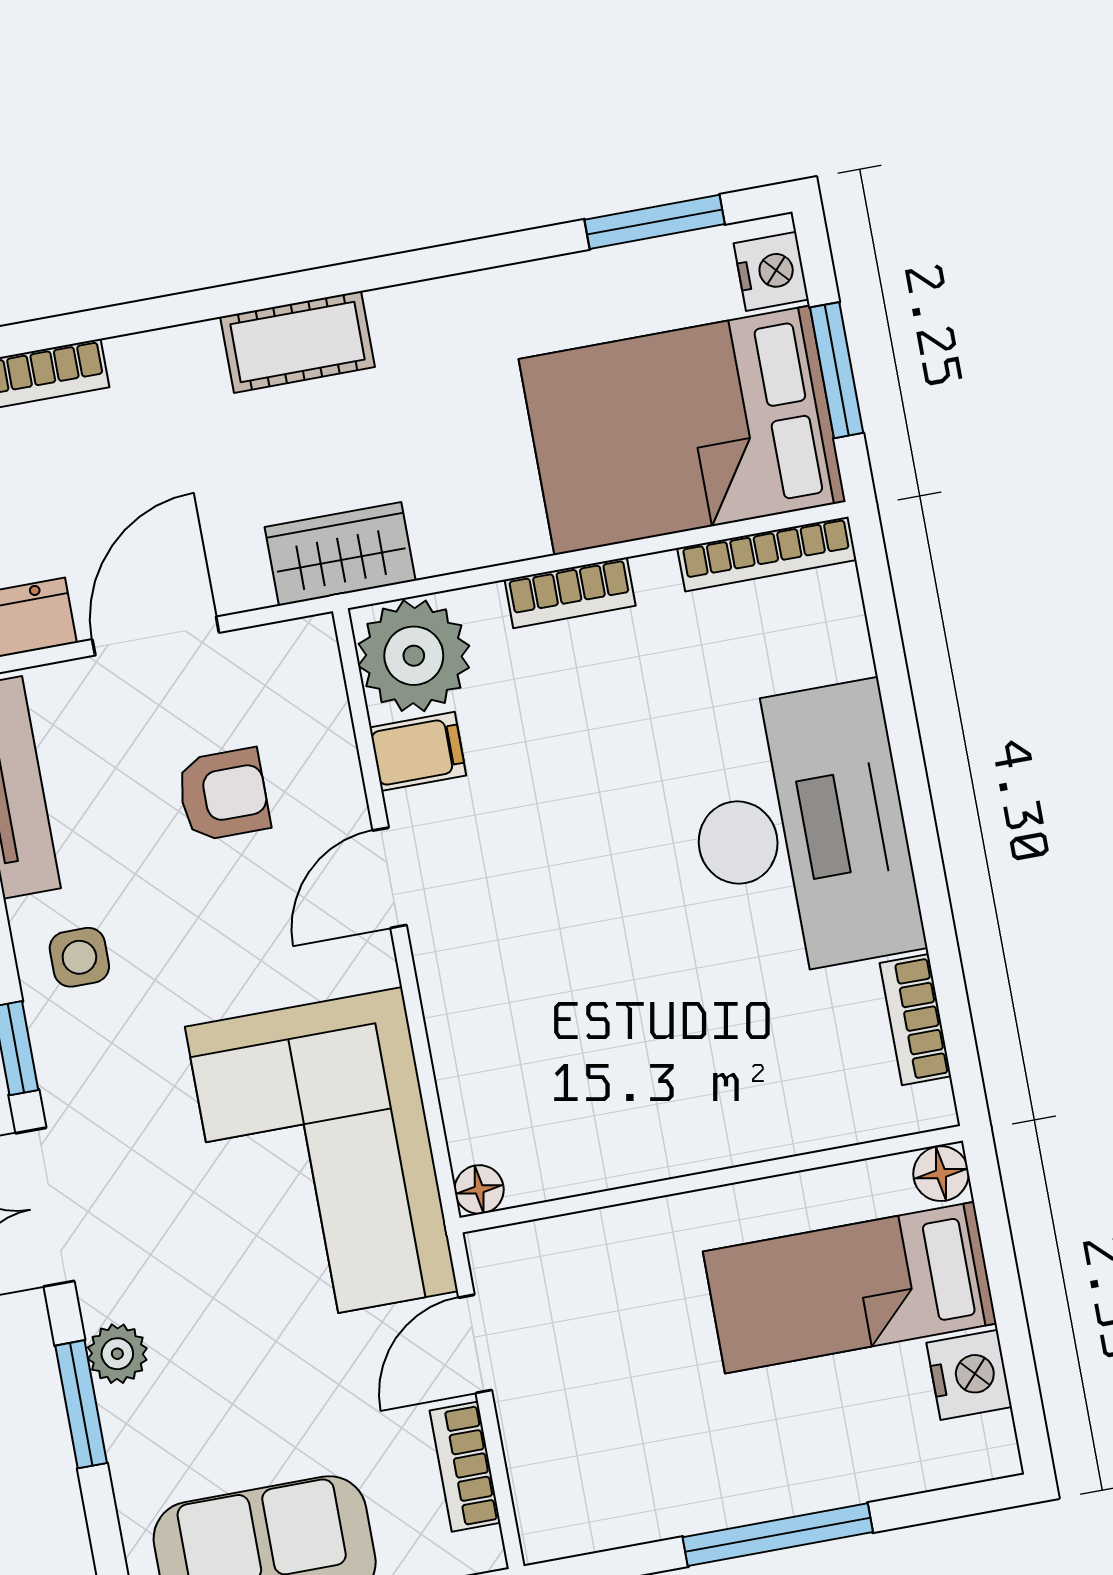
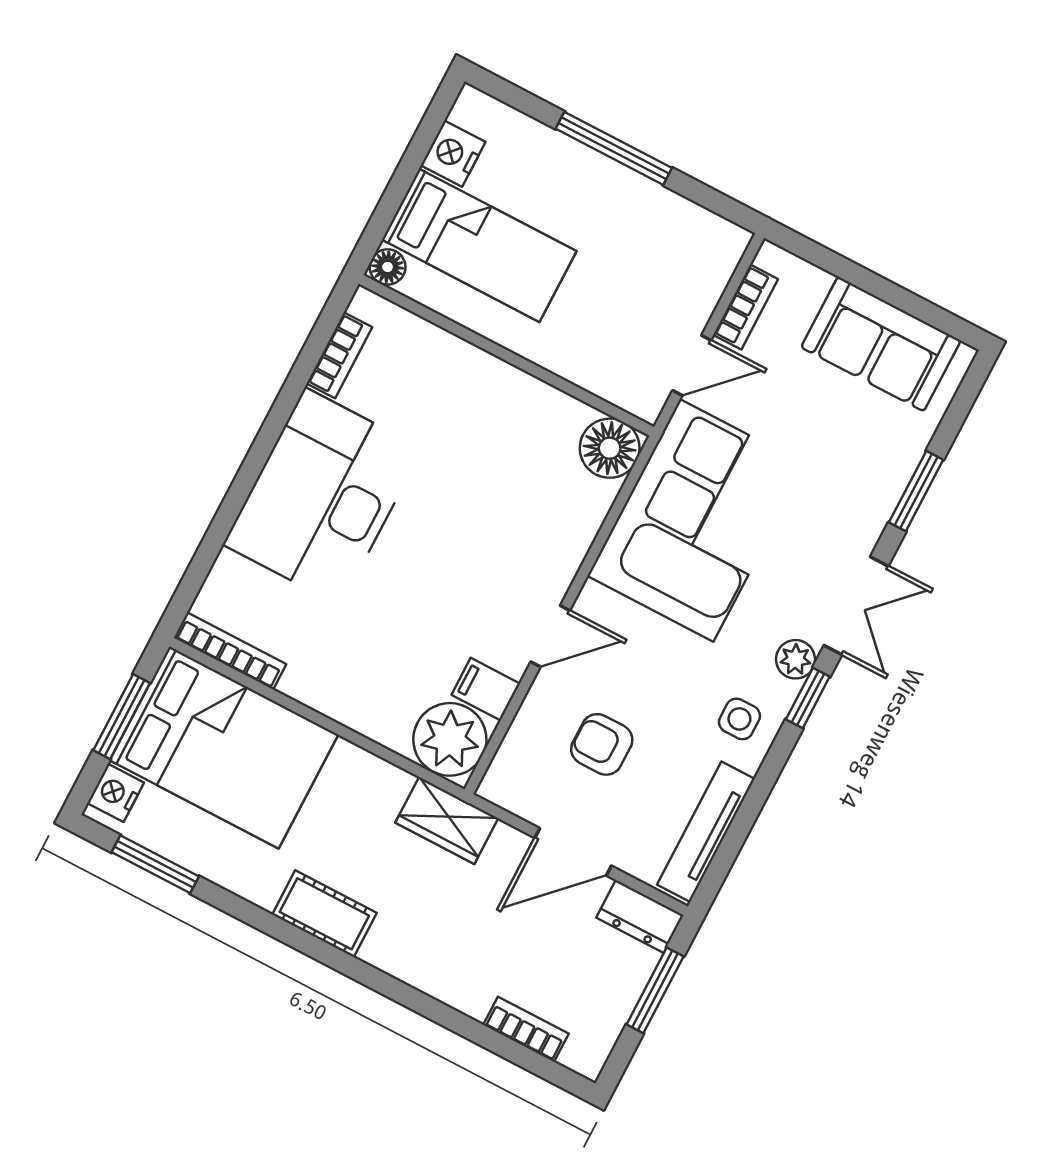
cot: (297, 342) -> (324, 914), moved
bookcase: (570, 593) -> (345, 709), removed
floor lamp: (479, 1189) -> (610, 448), width x1.89, depth x1.89
plant: (117, 1354) -> (796, 659), moved

